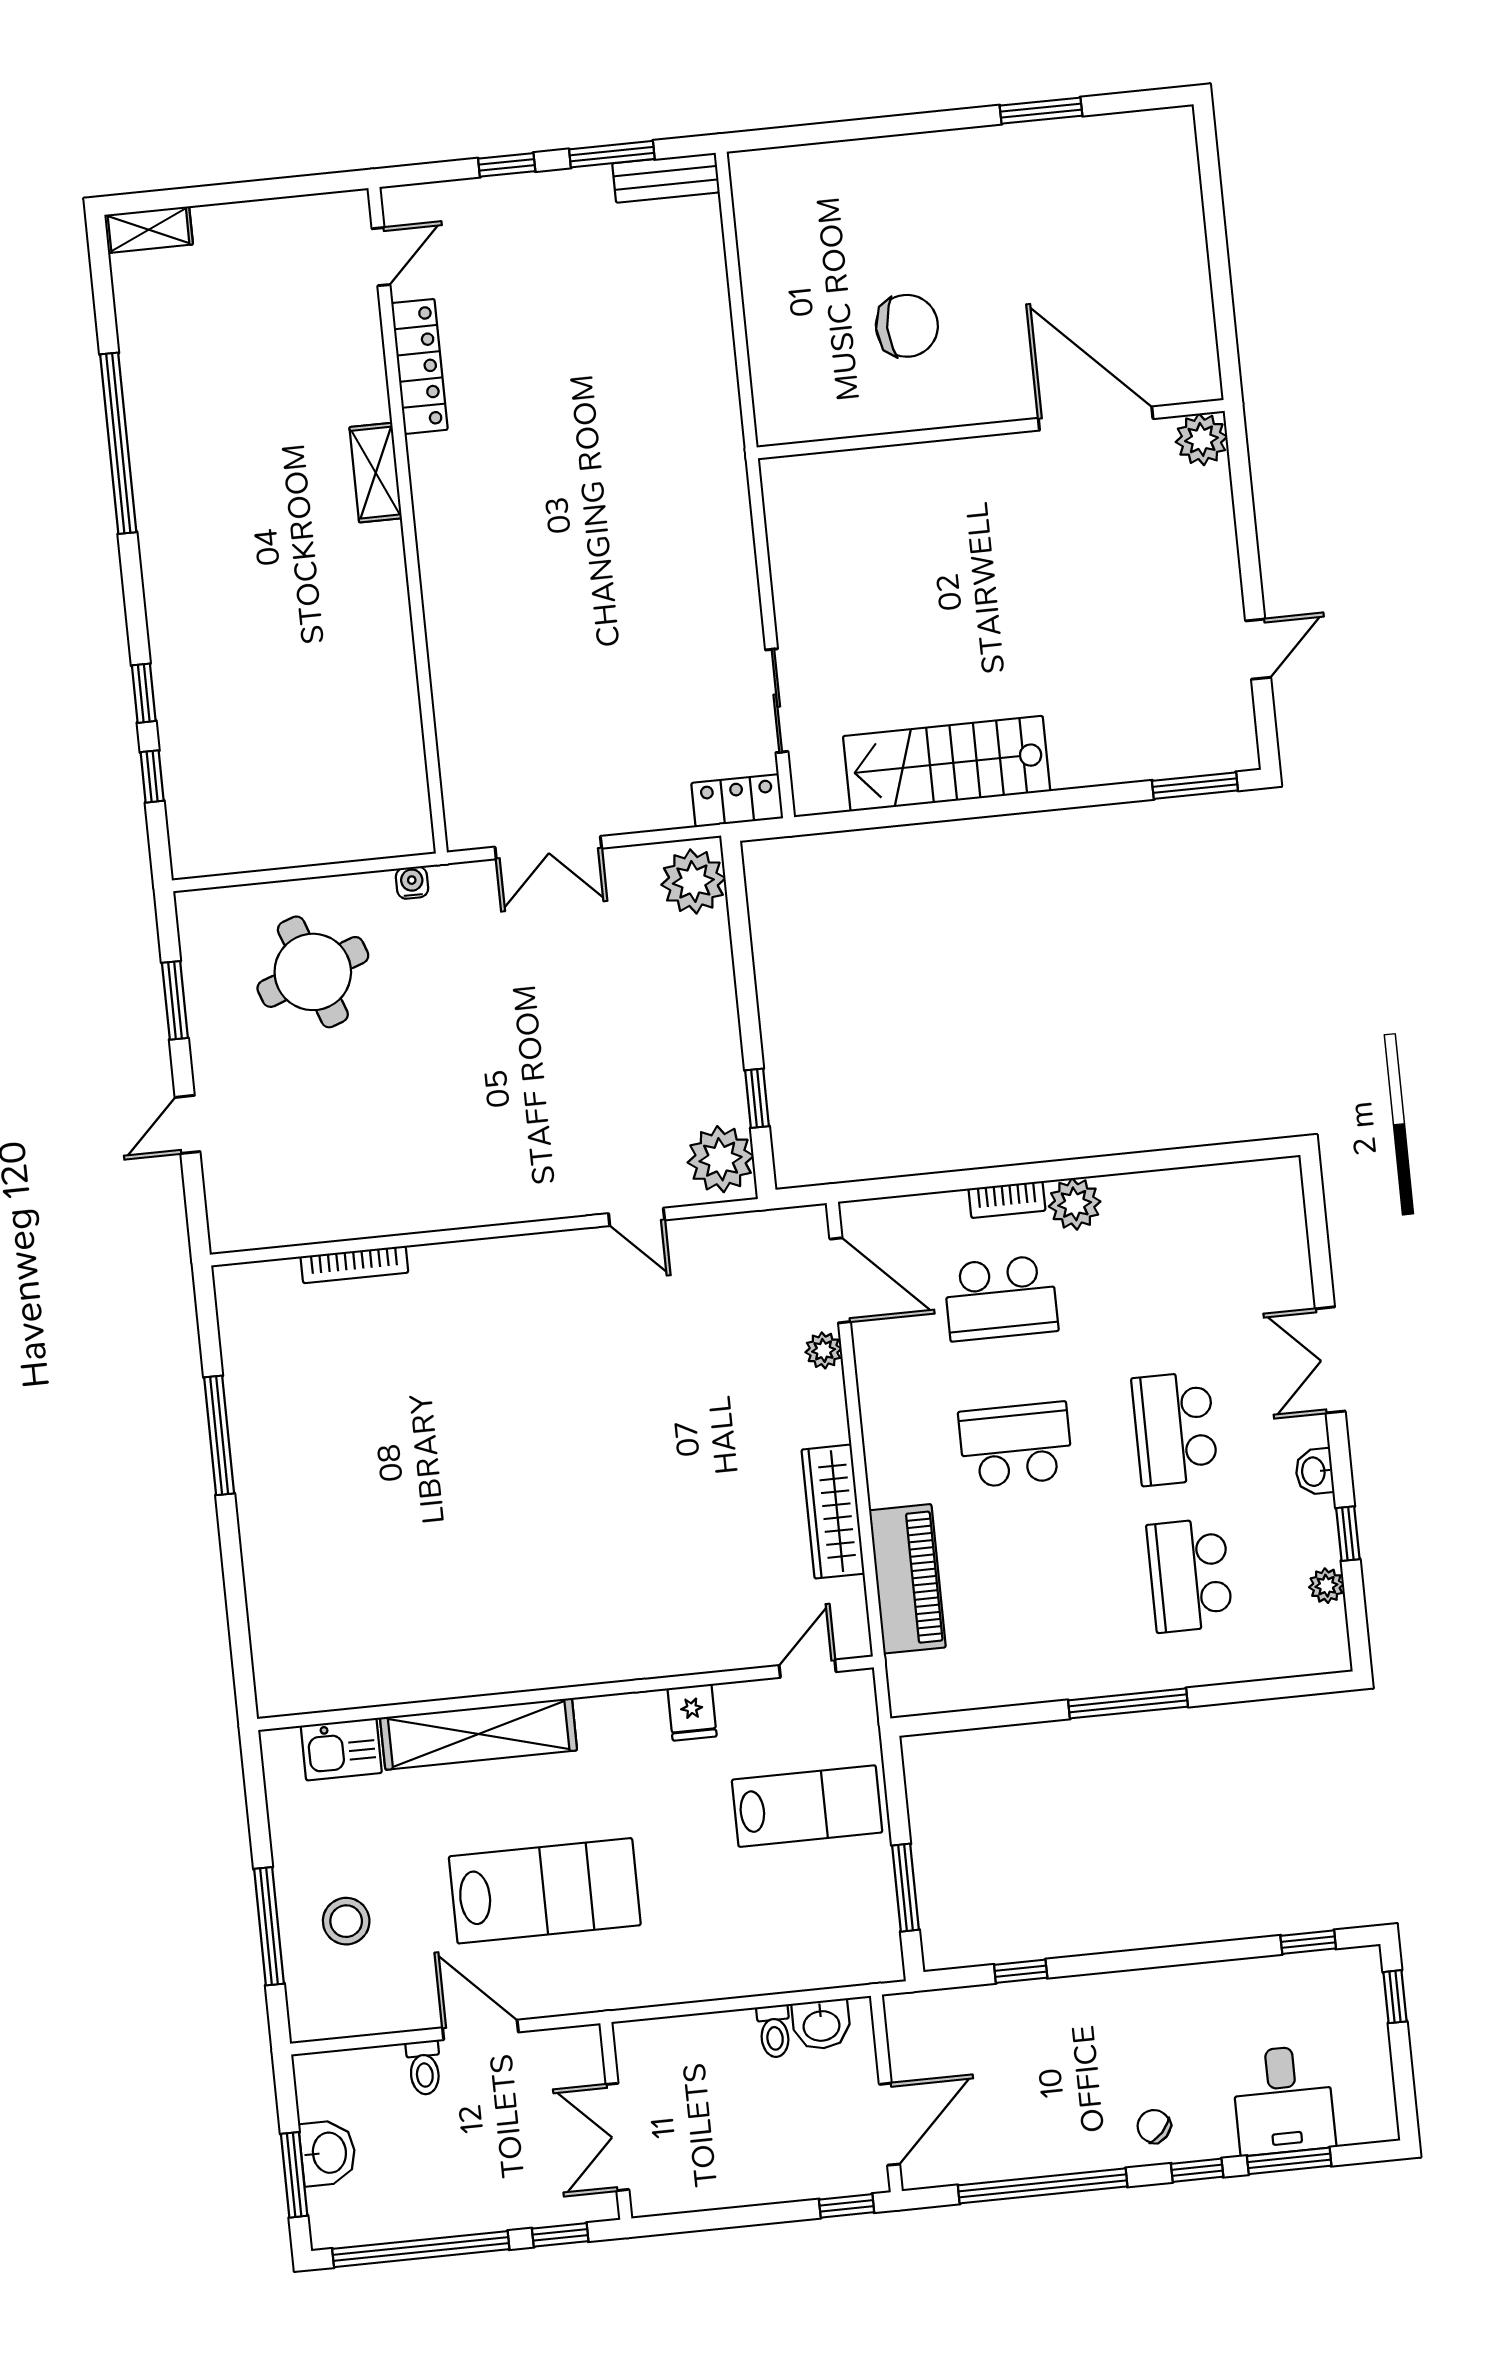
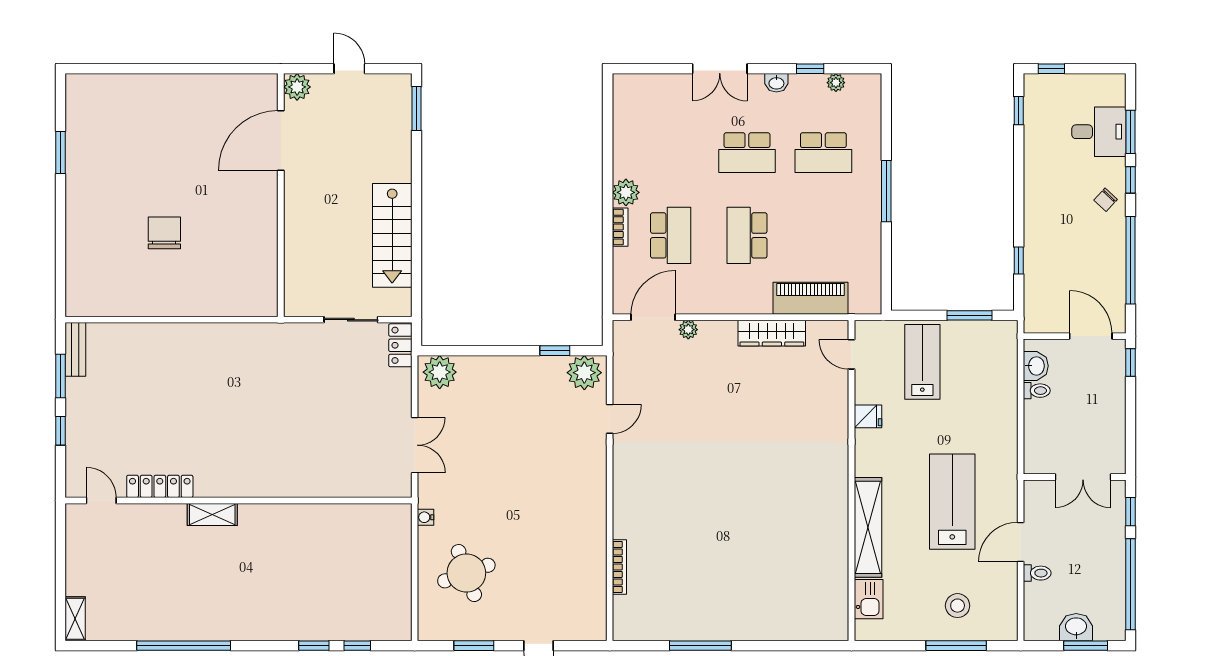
door: (1096, 418) -> (281, 140), moved
wall: (991, 429) -> (281, 195), moved
plant: (1201, 439) -> (297, 87), moved

